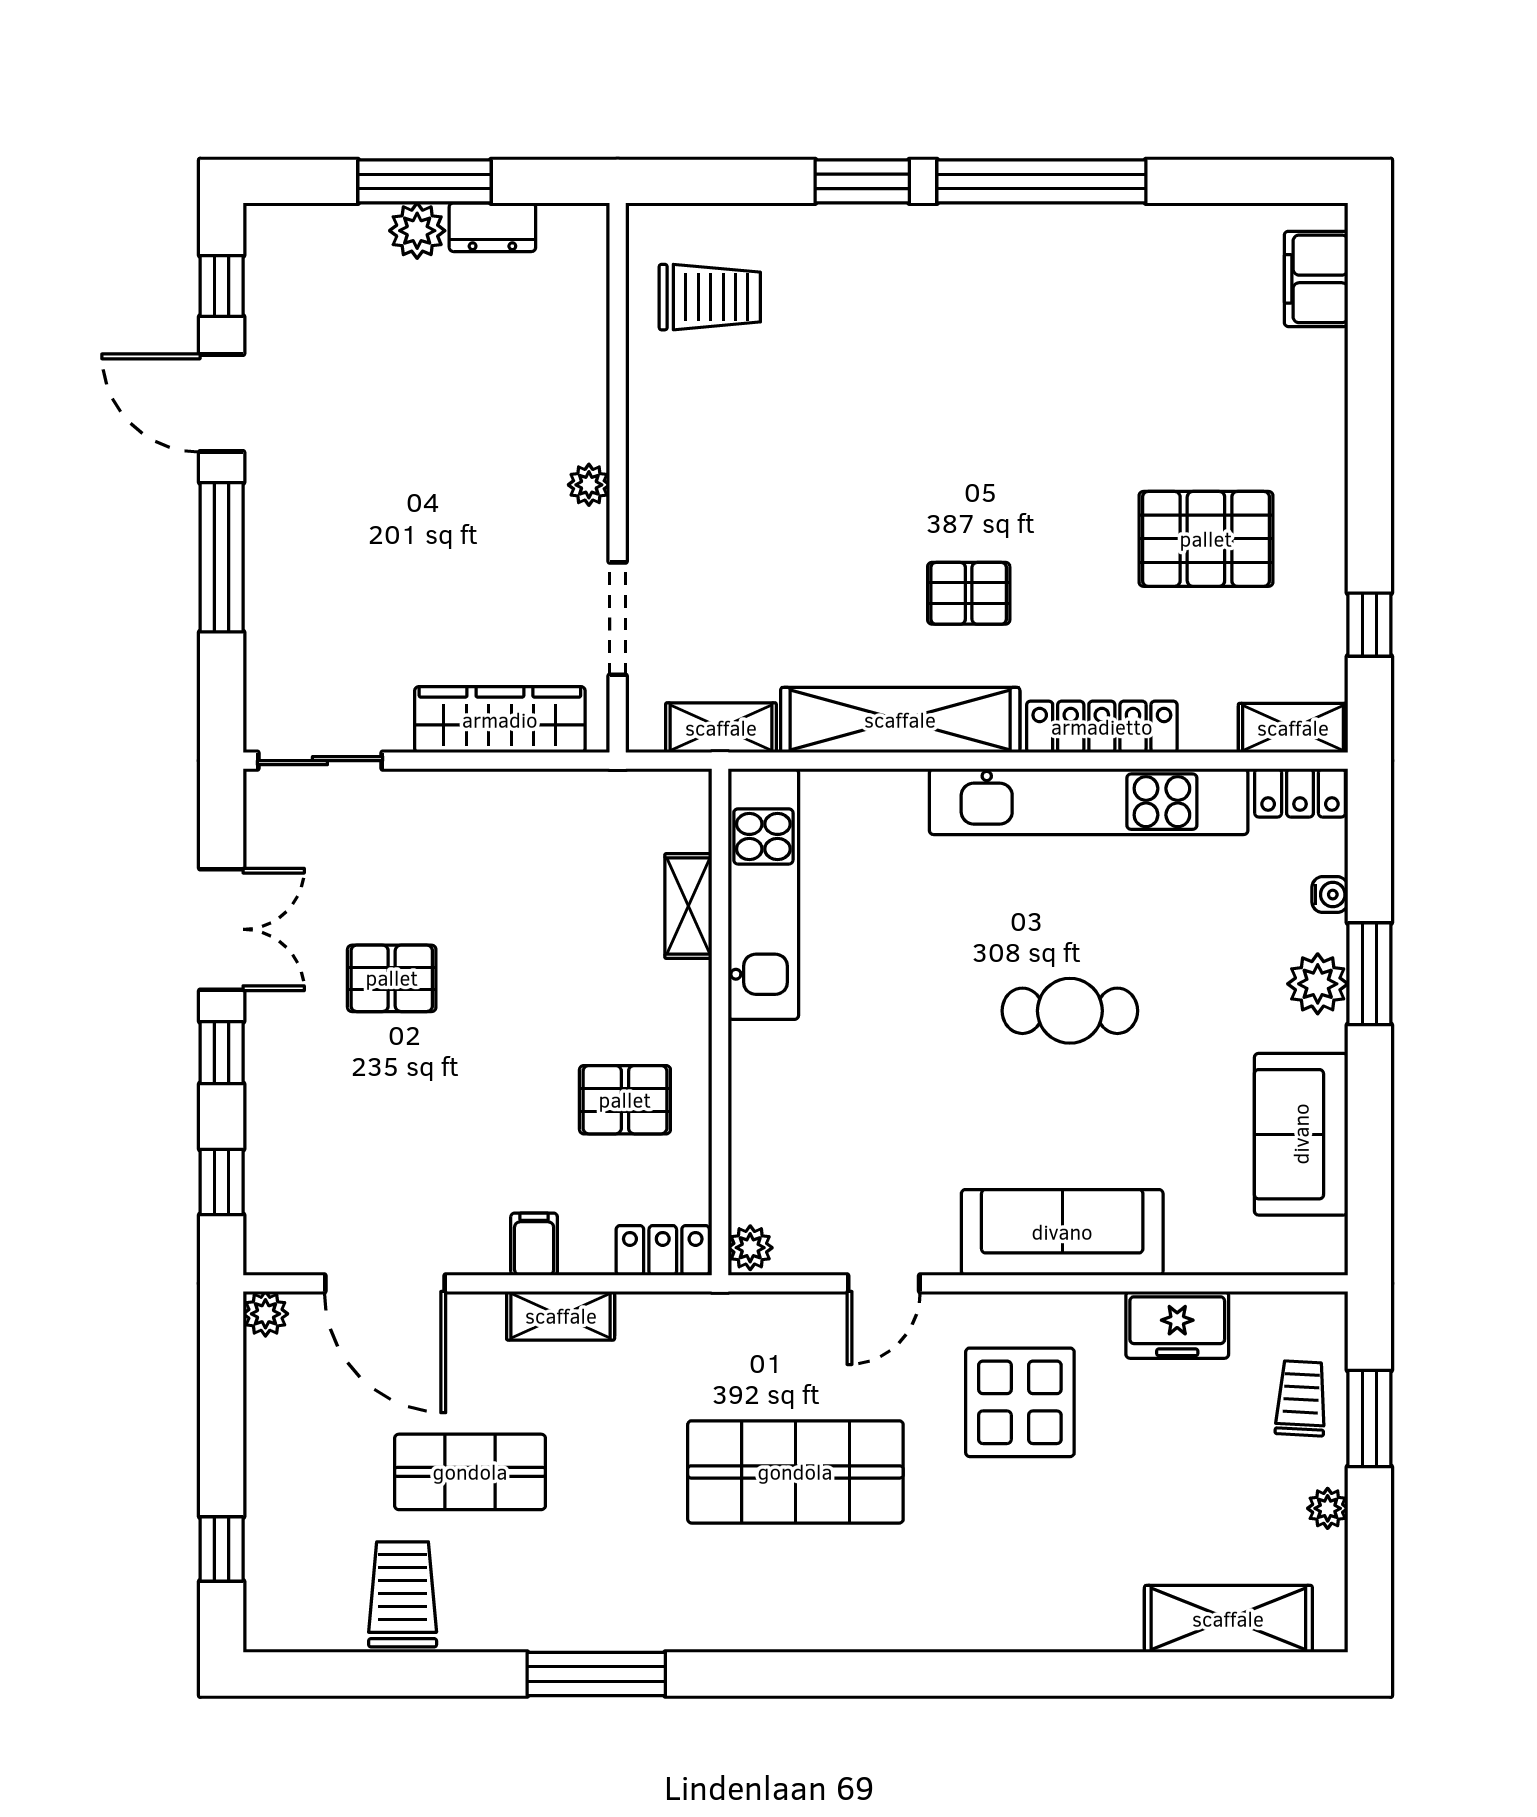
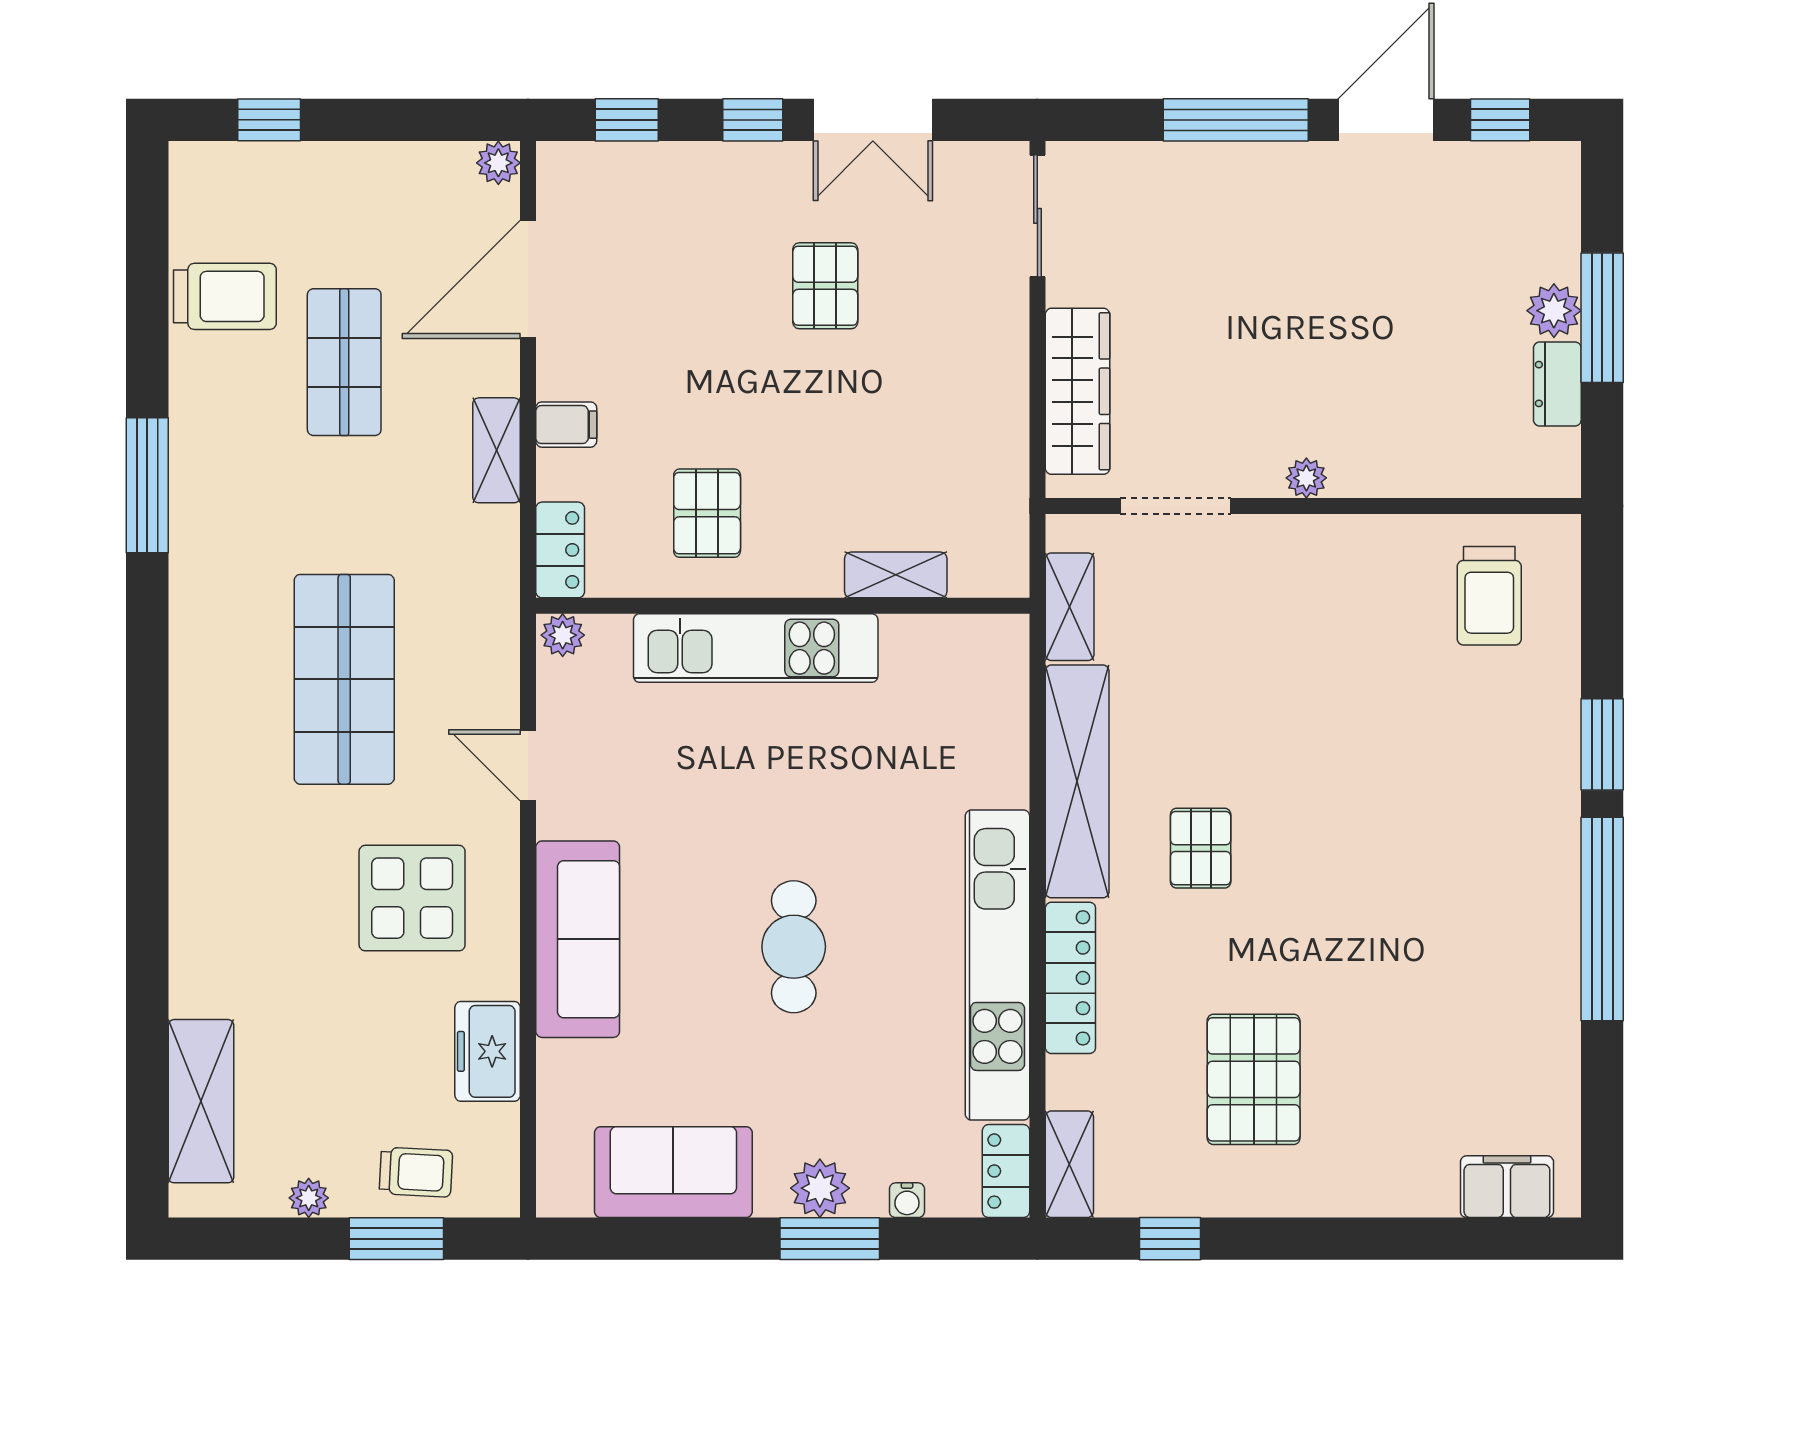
kitchen unit: (763, 894) -> (756, 648), moved

